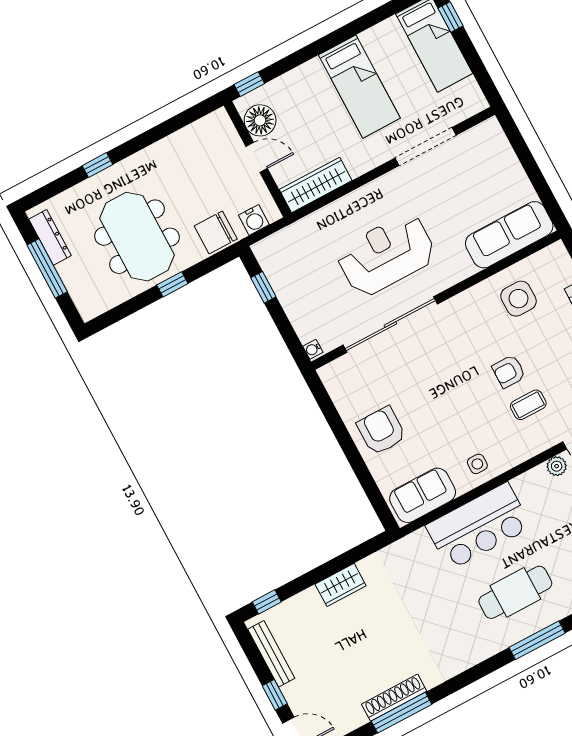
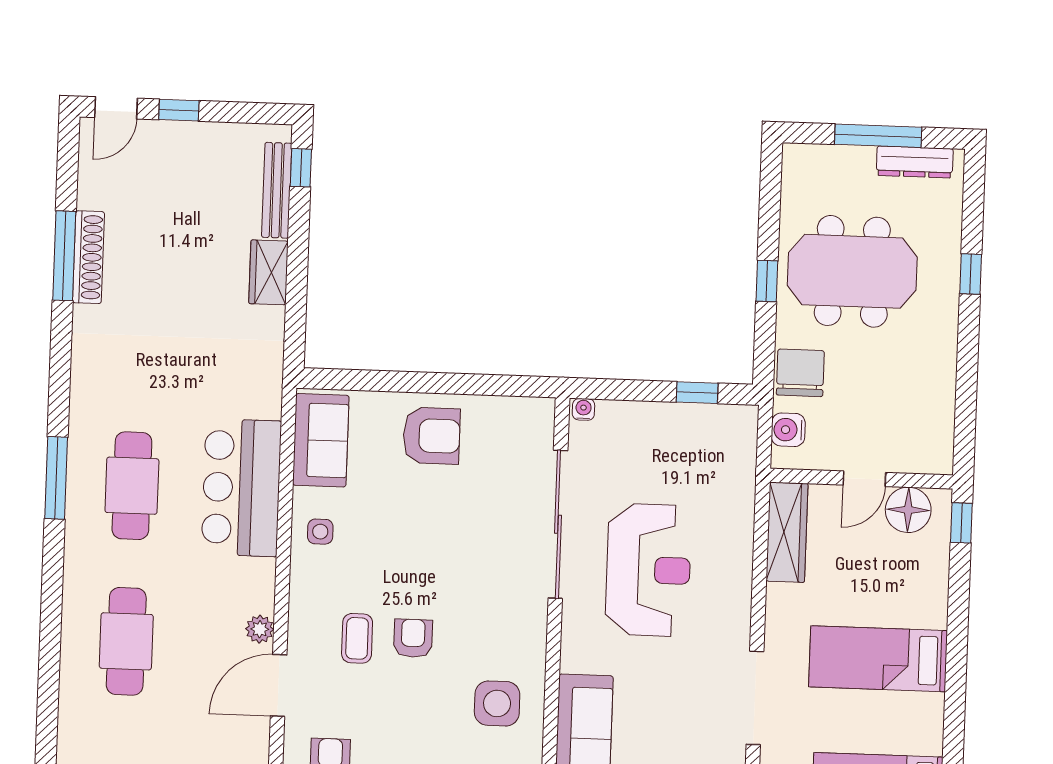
bench: (271, 654) -> (277, 190), moved, turned 90

